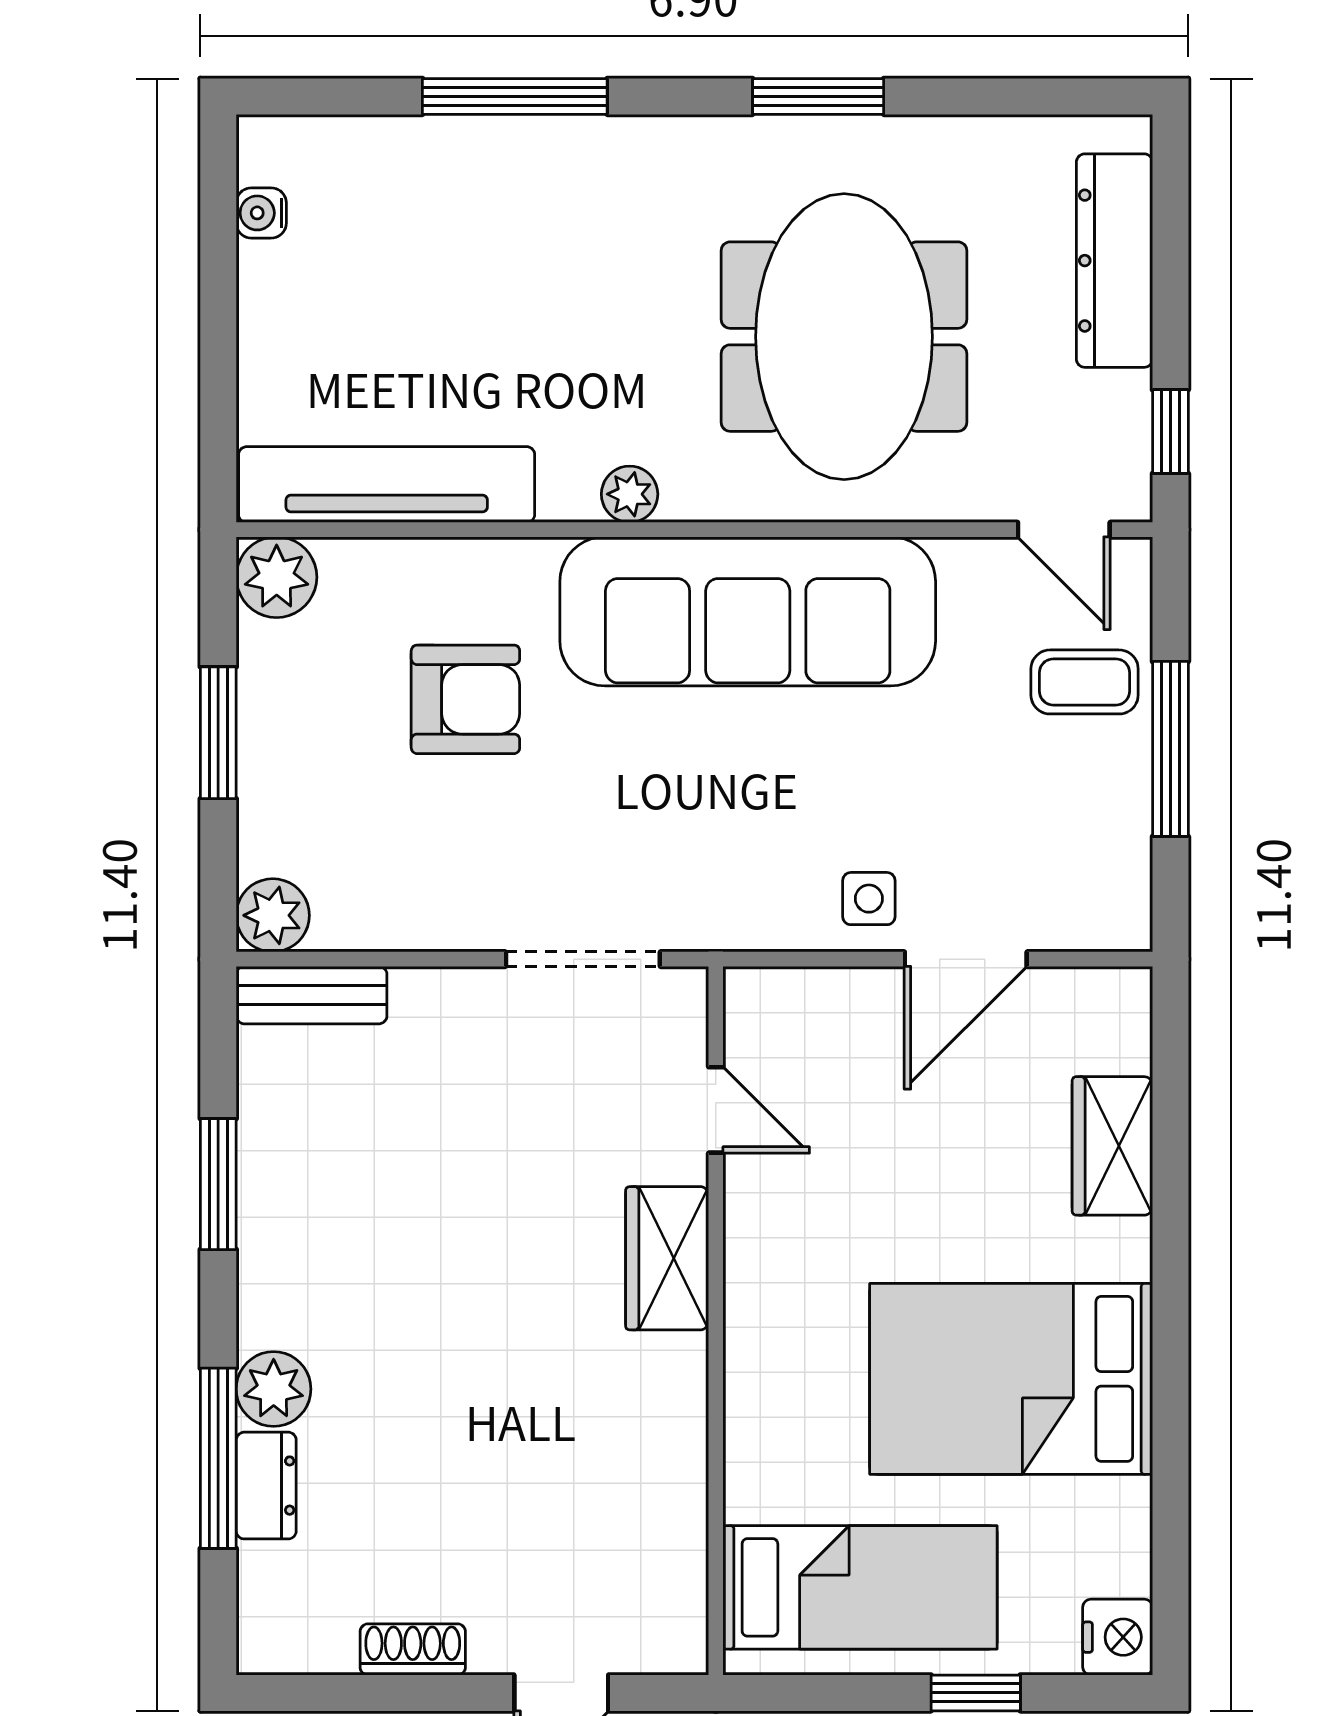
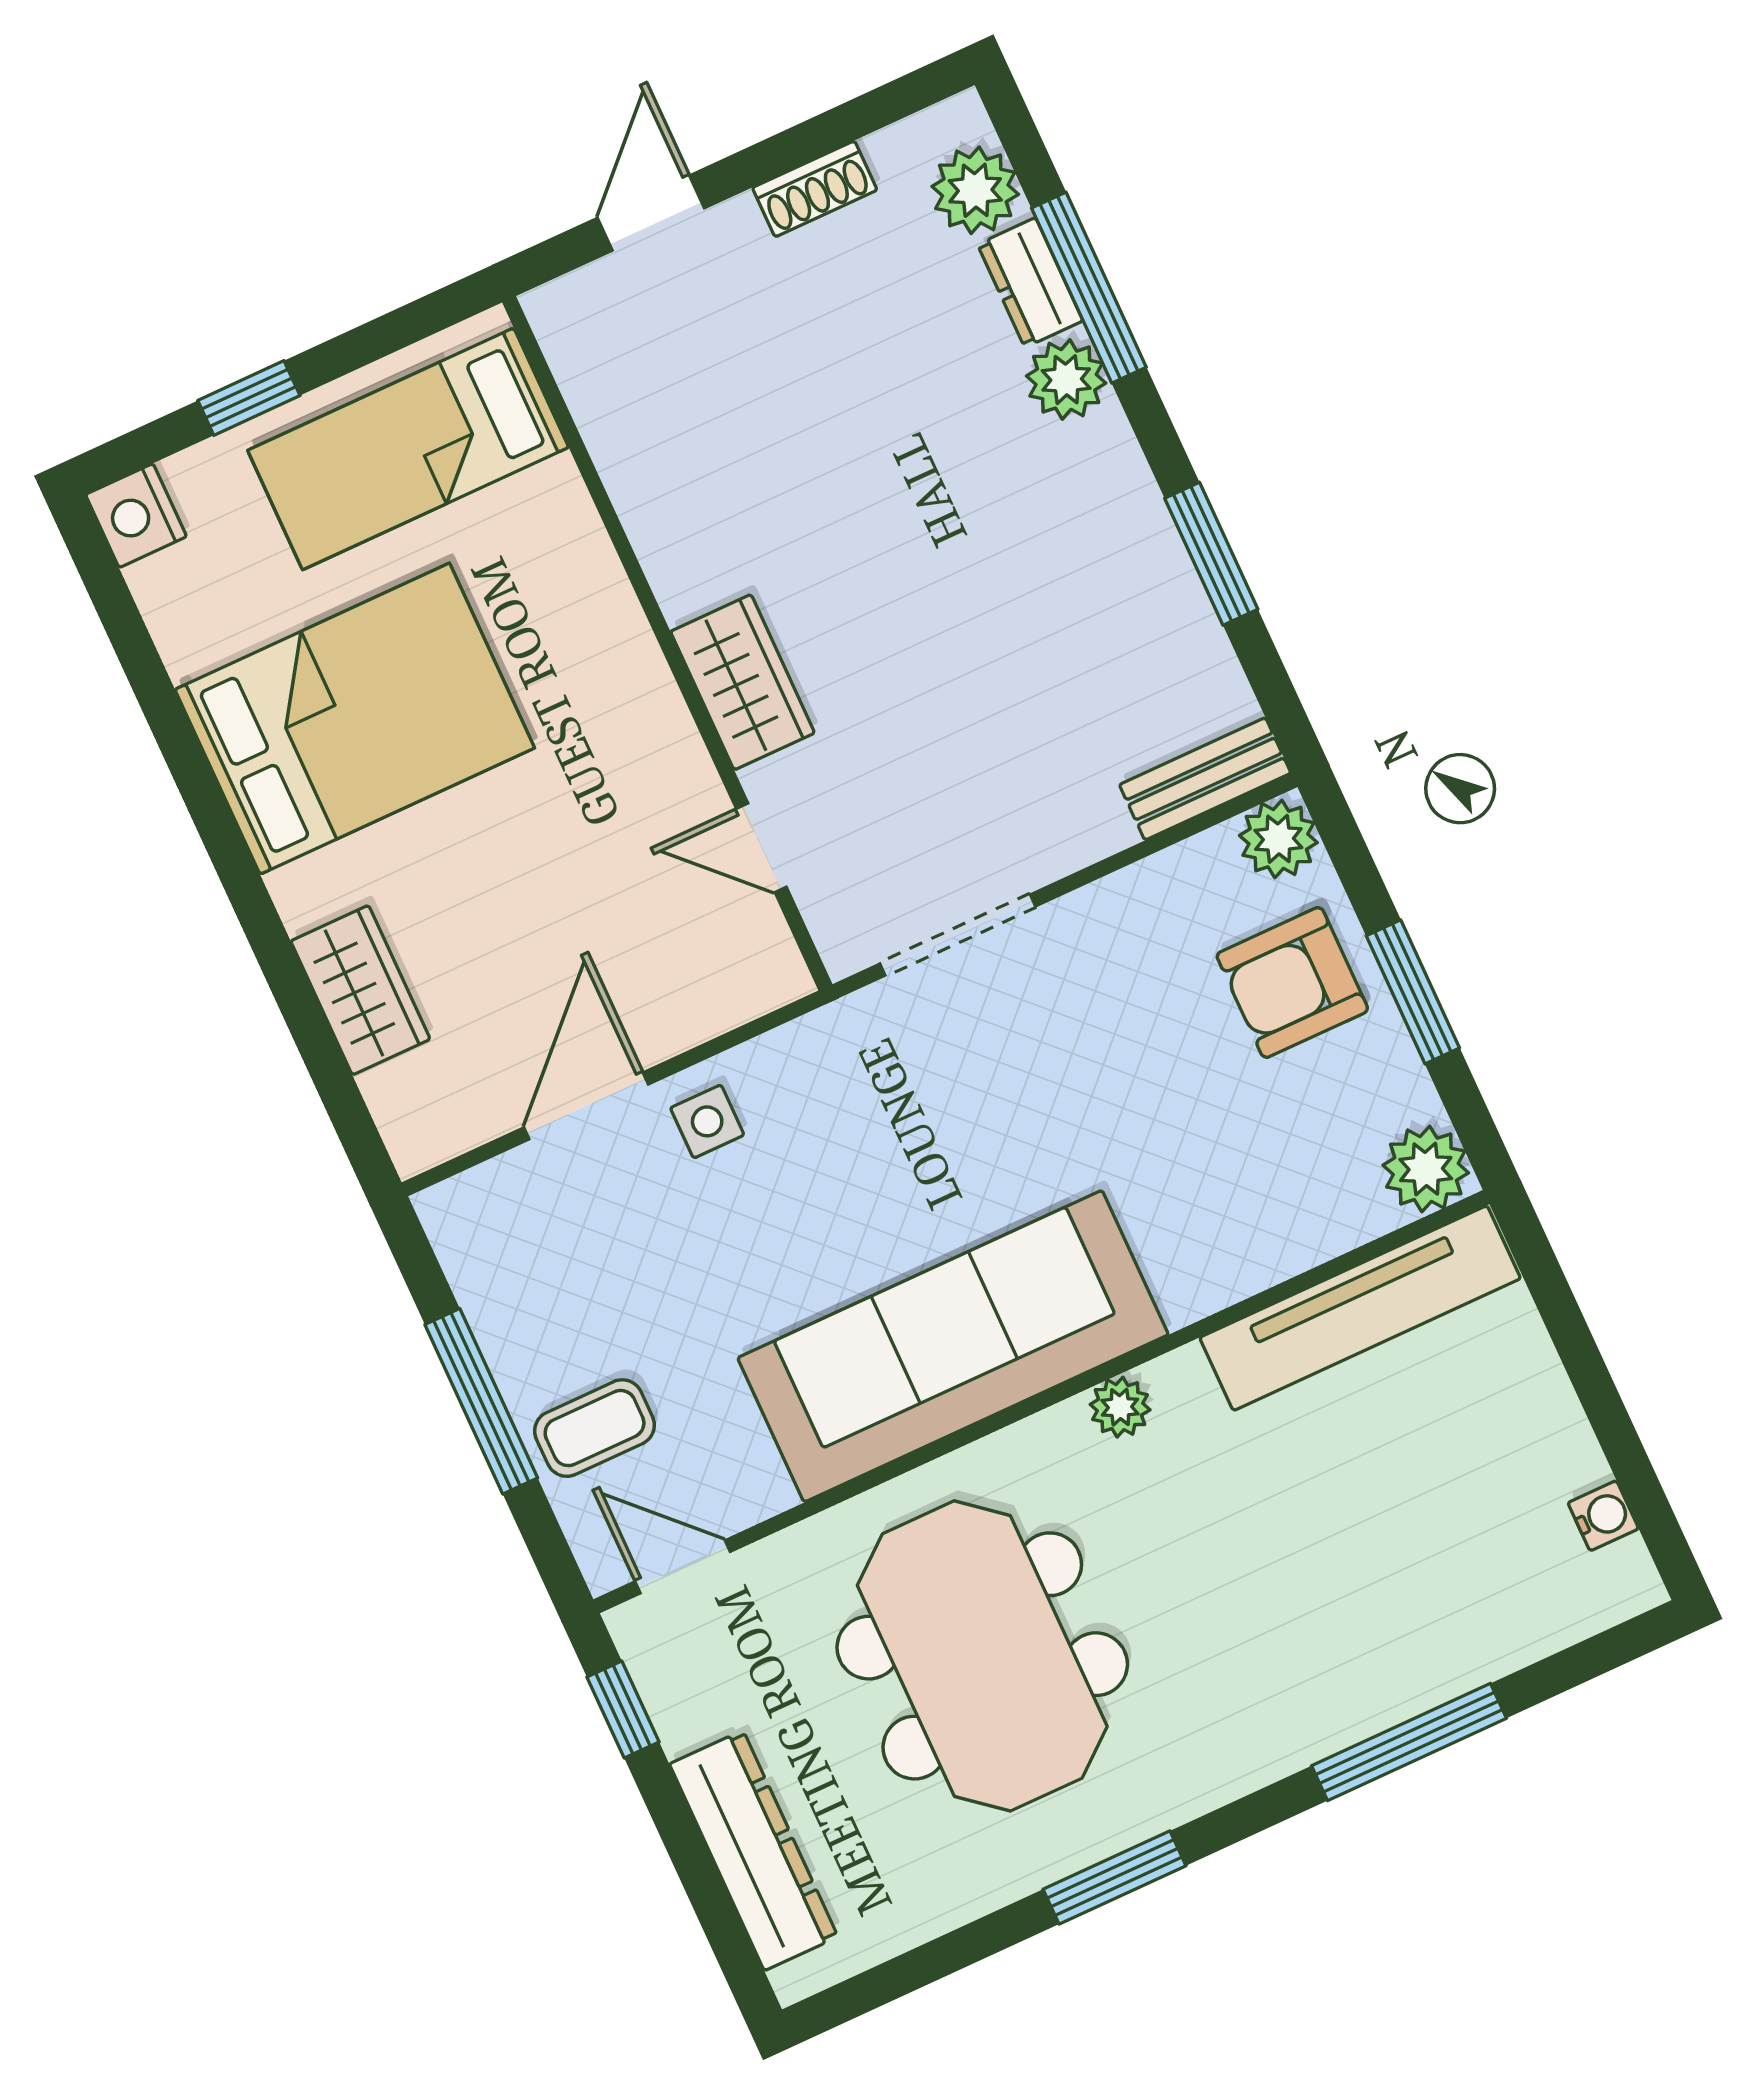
armchair: (465, 699) -> (1292, 982), moved
plant: (277, 1585) -> (975, 190), added

